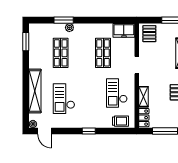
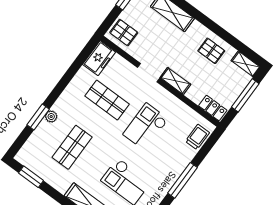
shop shelf: (61, 53) -> (72, 147), turned 90
checkout: (117, 93) -> (146, 127), moved, turned 90
shelving: (144, 97) -> (175, 81), moved
window: (89, 131) -> (182, 180), width x2.17

